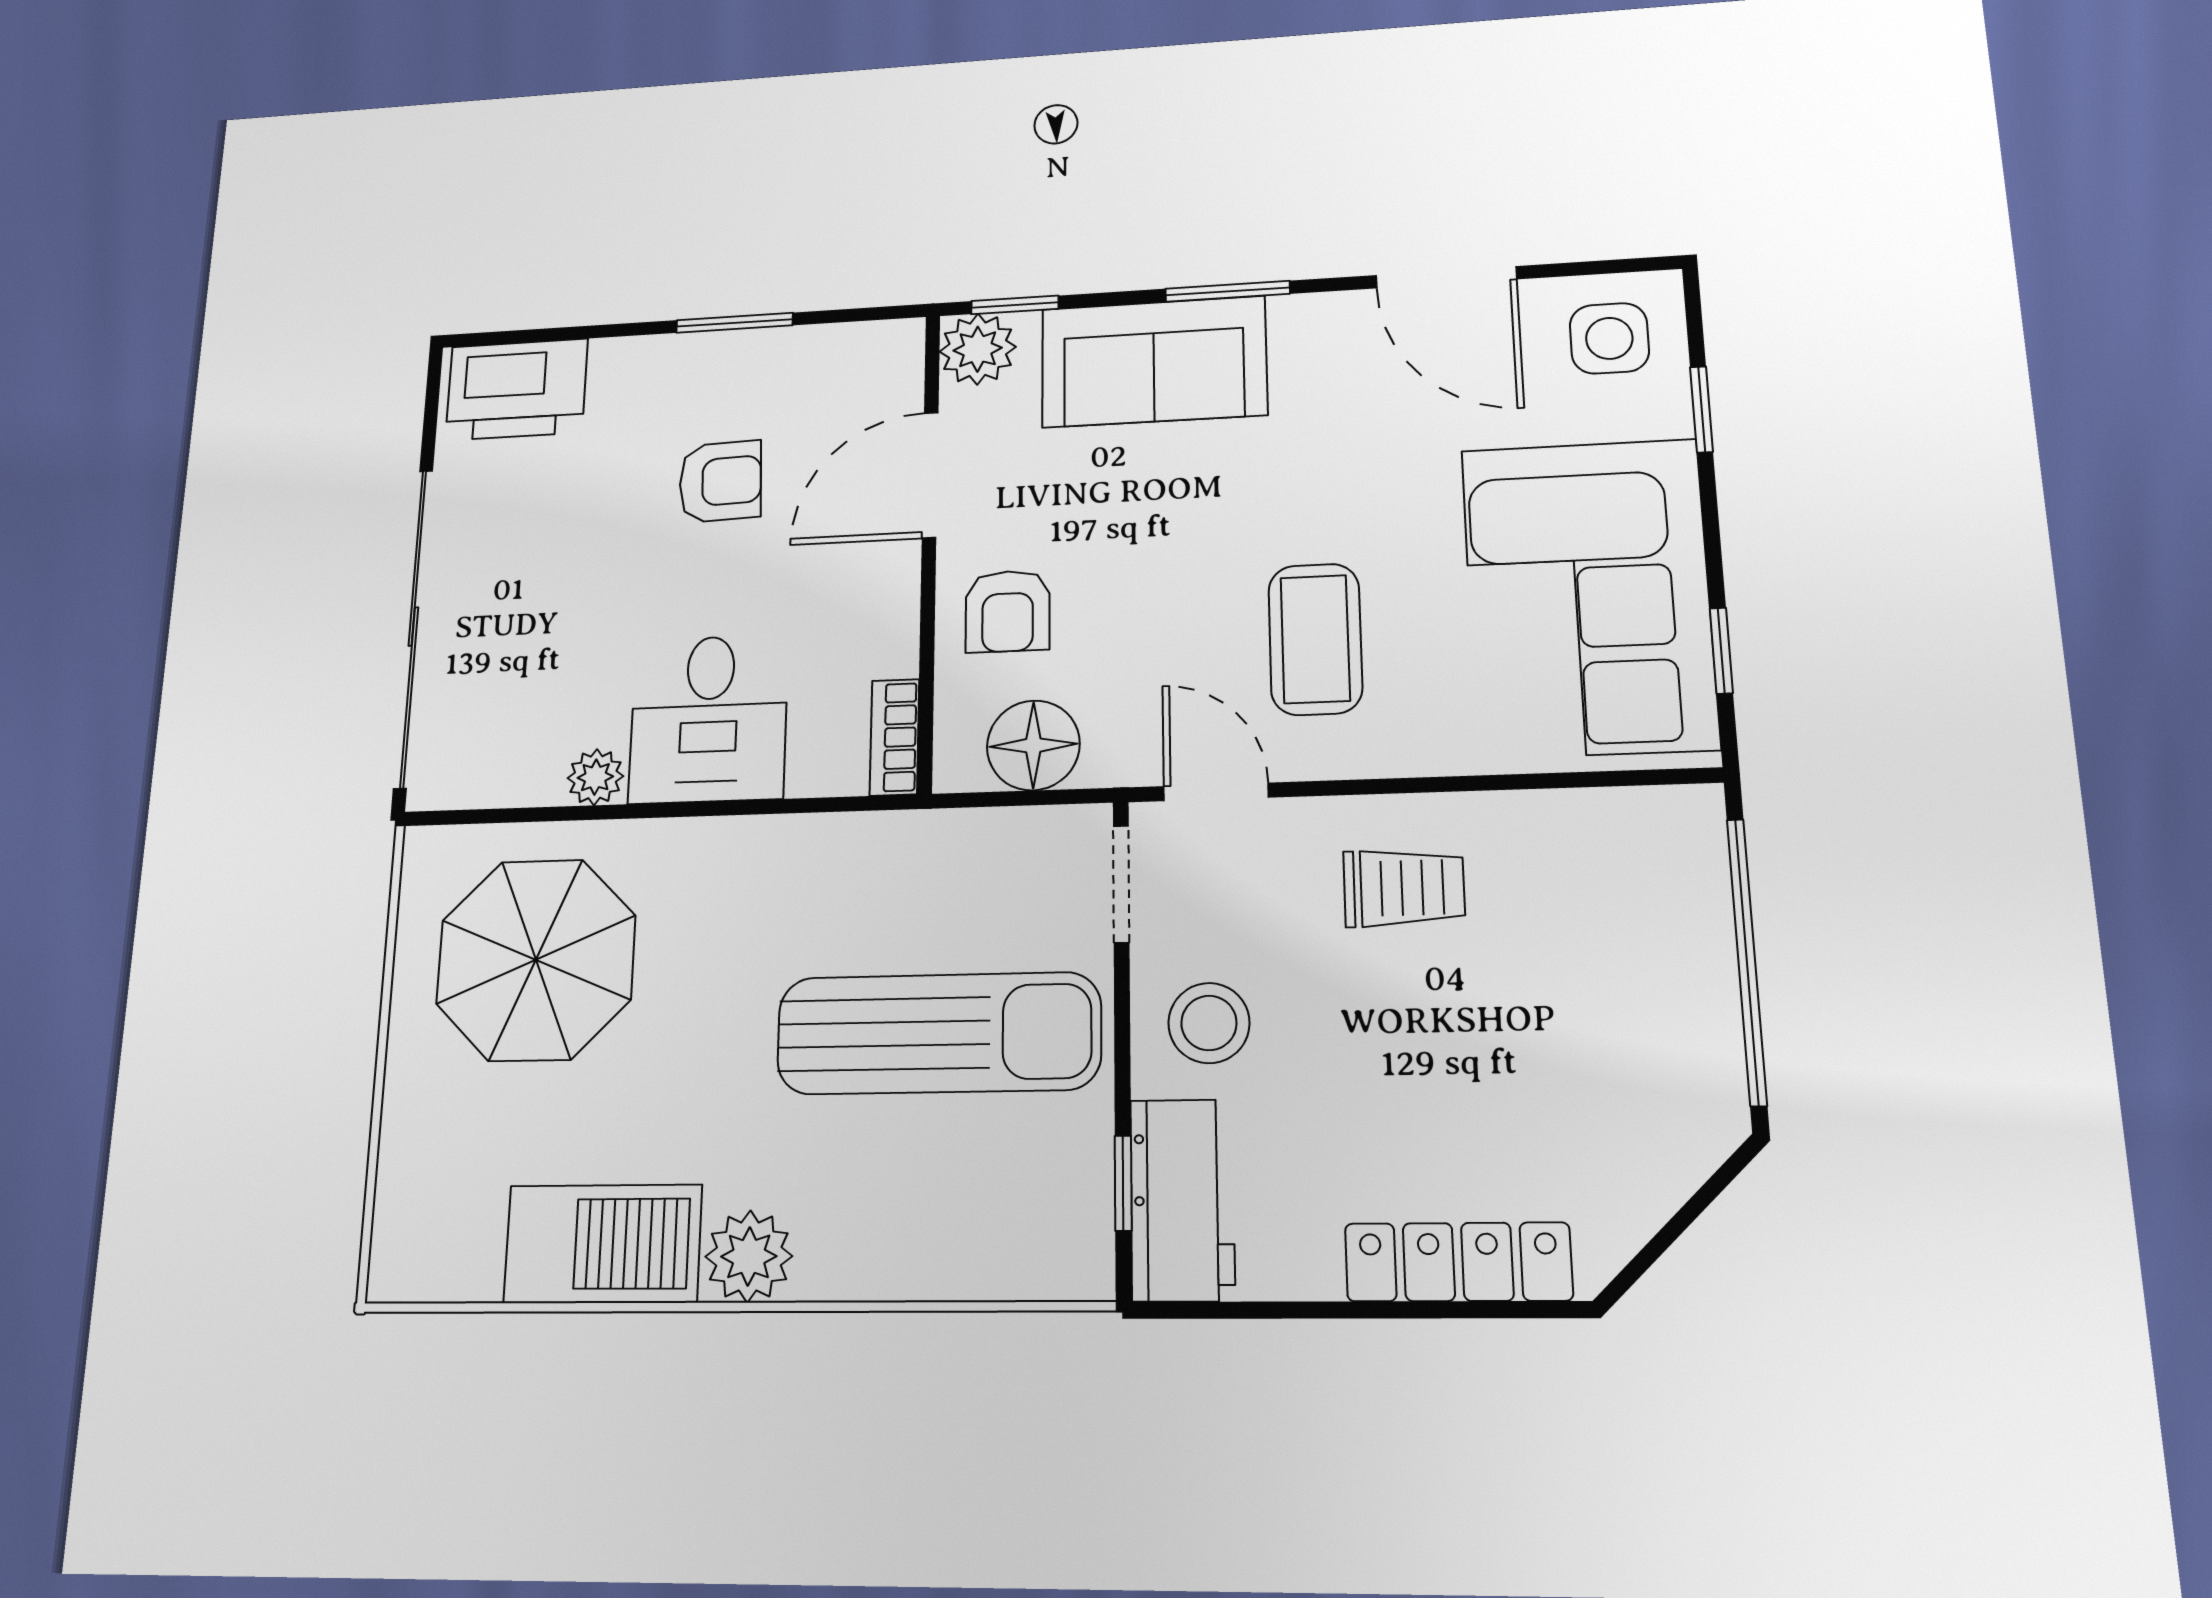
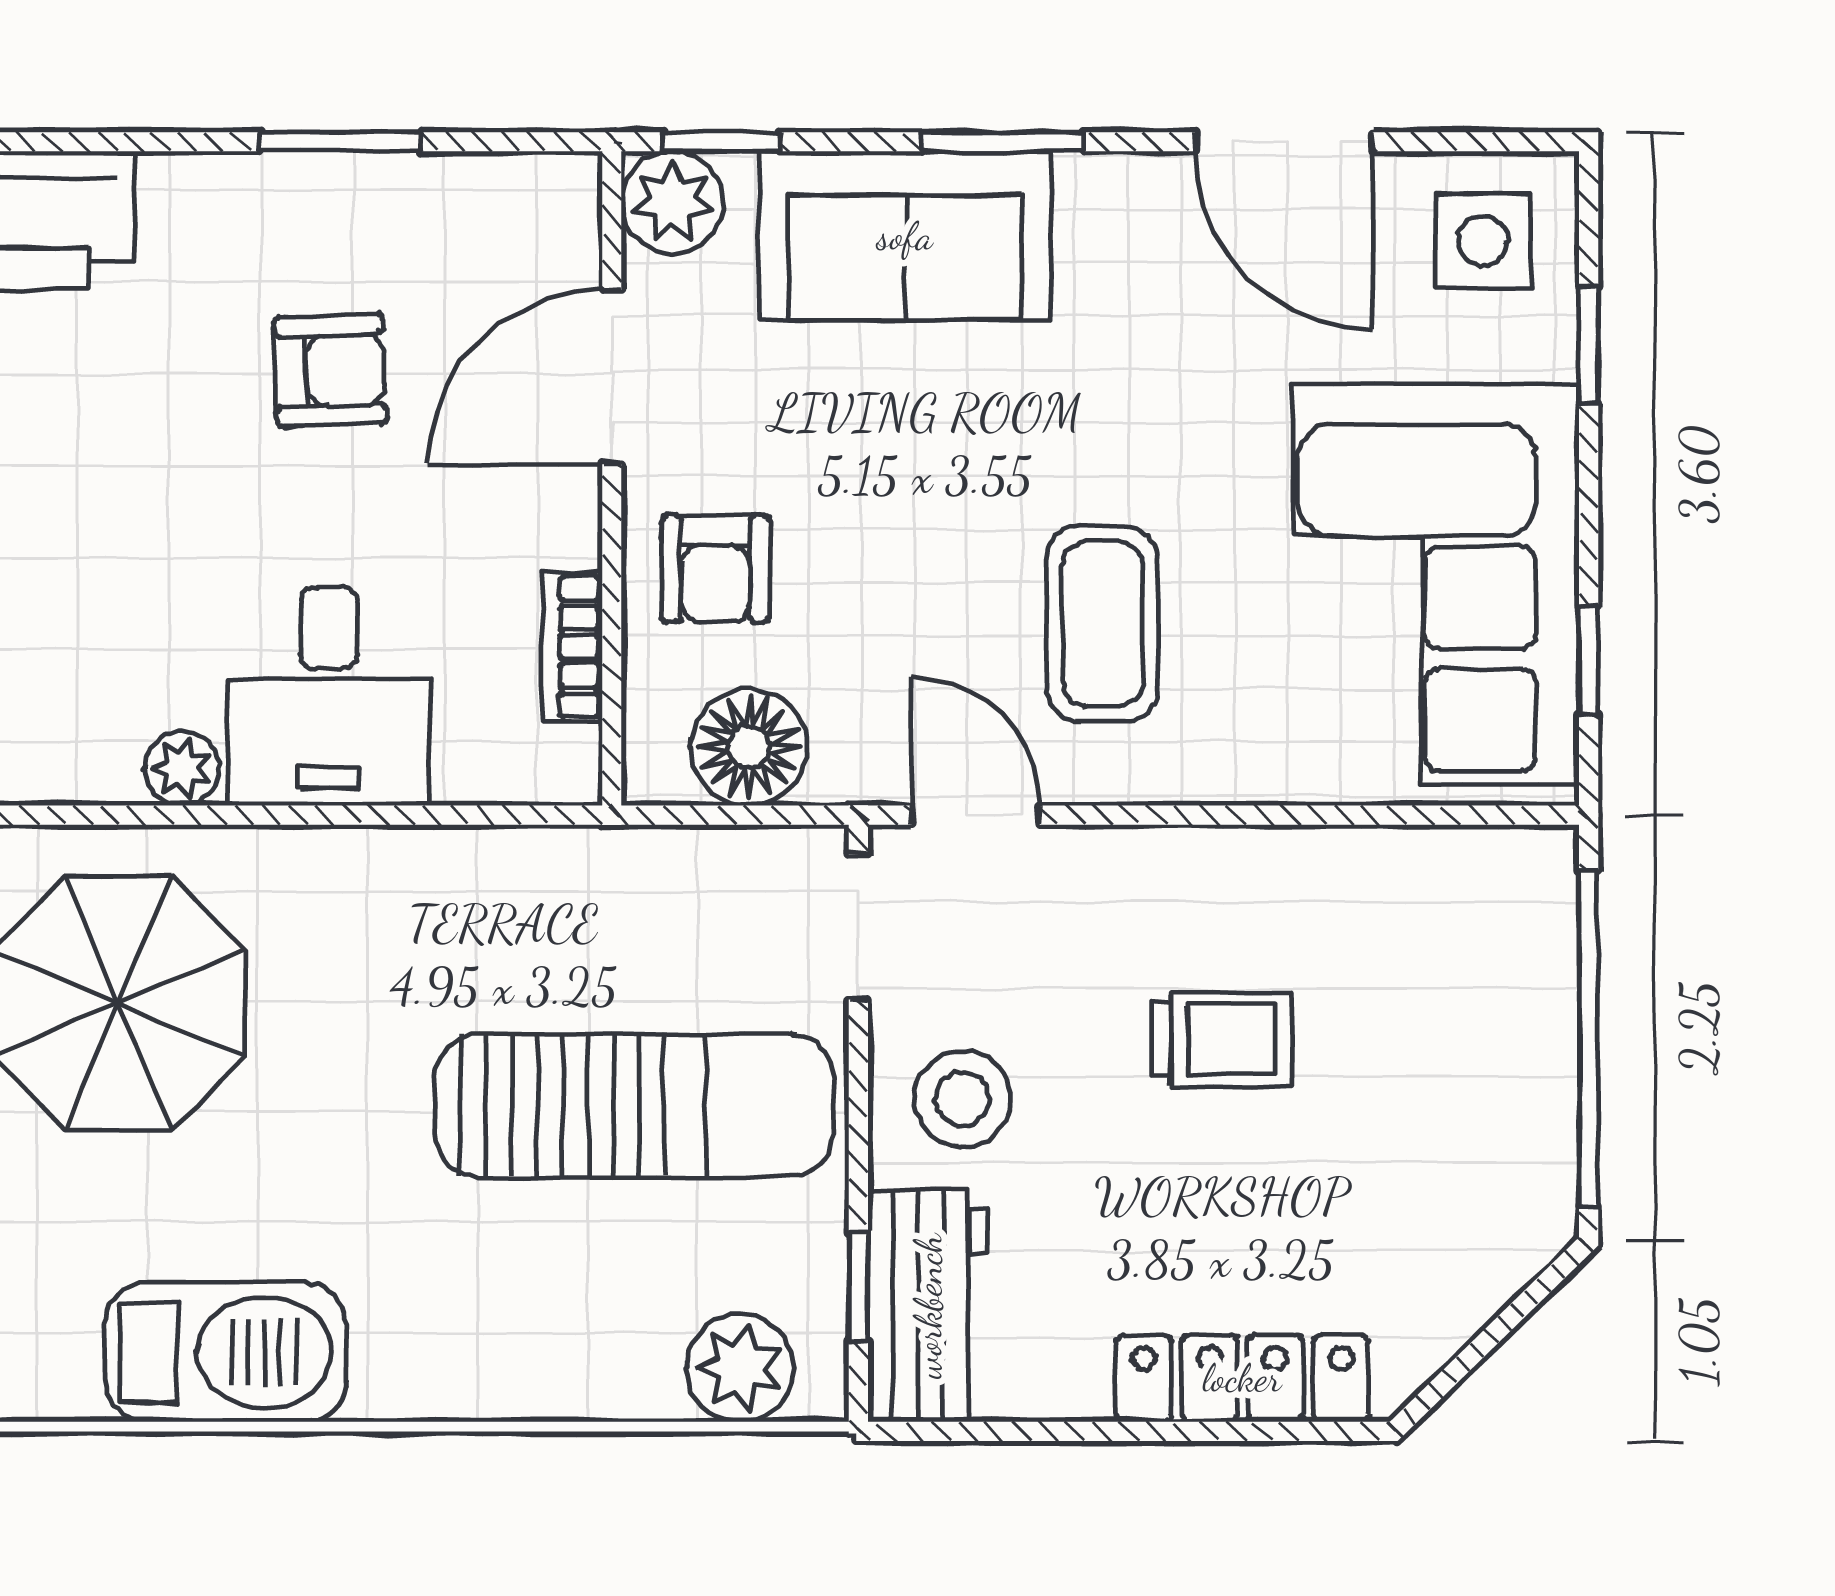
bookcase: (895, 737) -> (572, 647), moved
trolley: (1404, 888) -> (1222, 1039), moved
plant: (749, 1256) -> (740, 1368), moved

